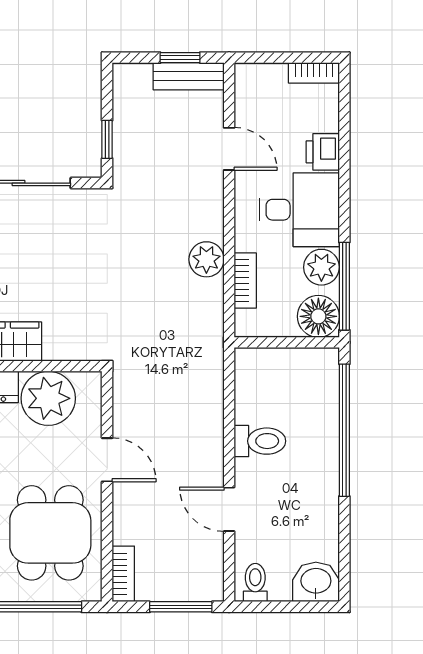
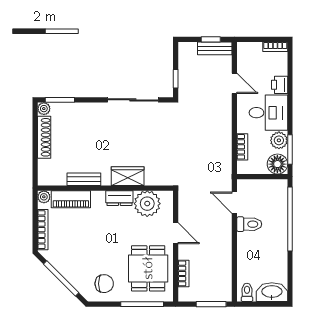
plant: (206, 259) -> (223, 137), removed
window: (344, 286) -> (290, 150), width x0.69
door: (229, 509) -> (234, 203), moved
bookcase: (123, 574) -> (183, 273), moved
washbasin: (316, 582) -> (272, 292), width x1.38

